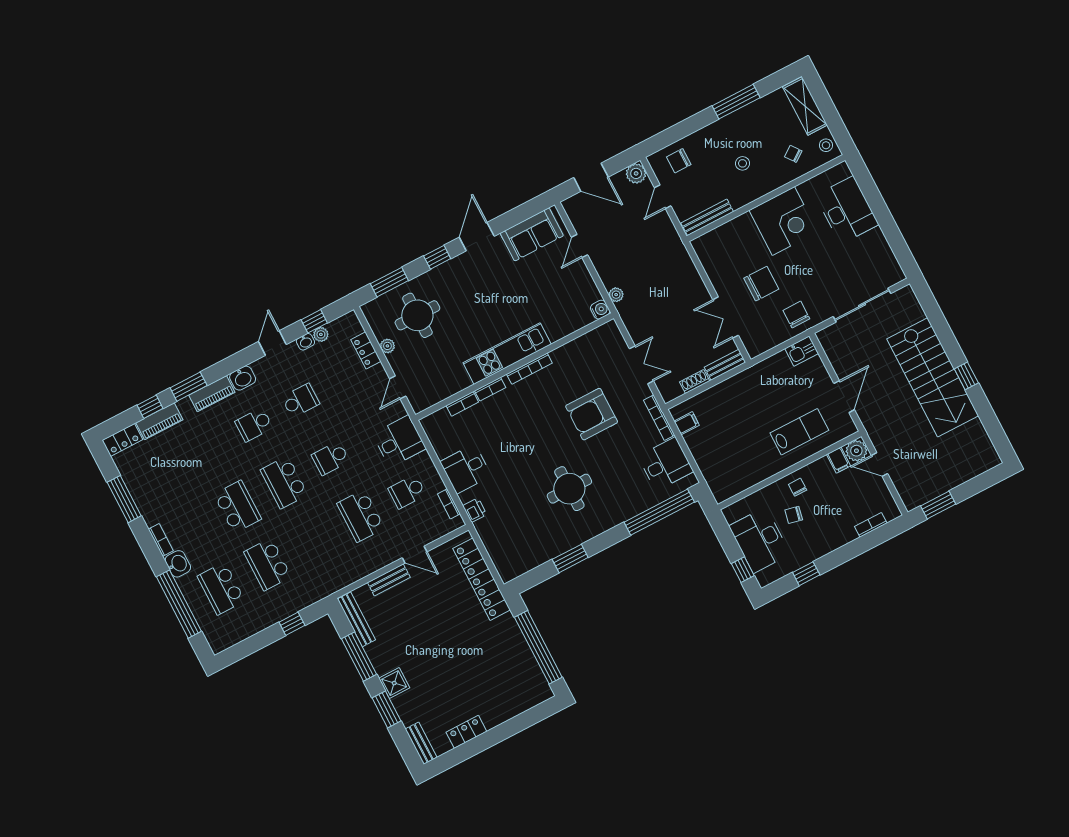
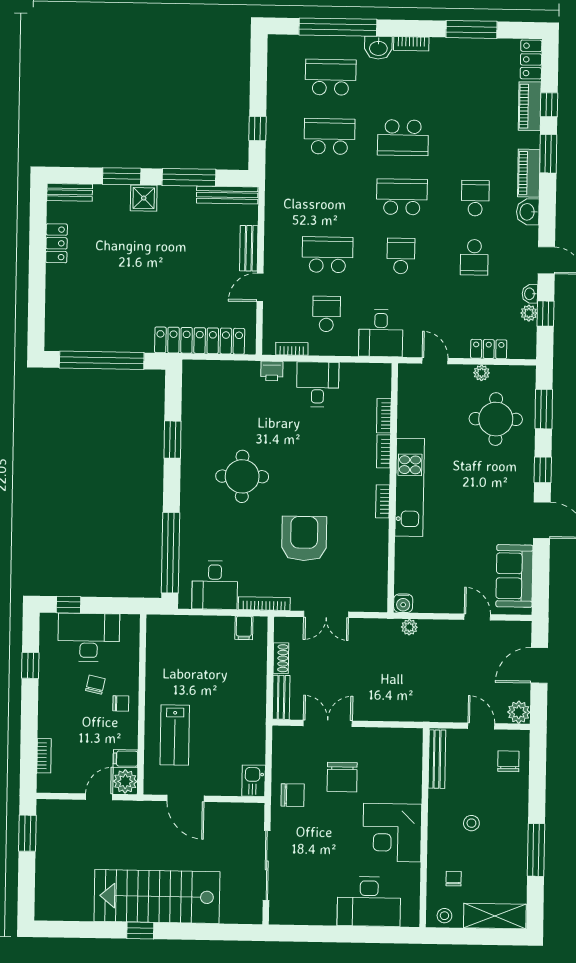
chair: (793, 154) -> (454, 879), turned -54
bookcase: (529, 369) -> (383, 501), width x0.64

